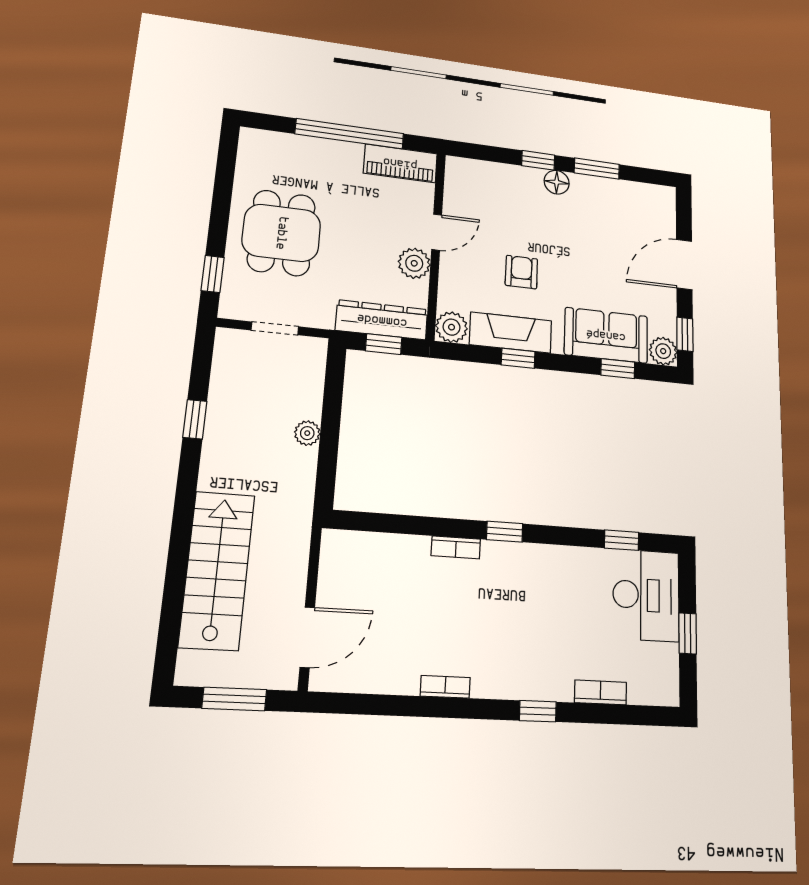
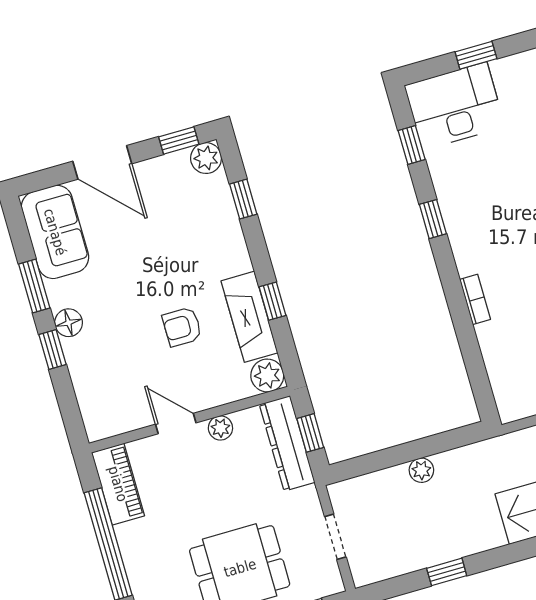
plant: (414, 263) -> (220, 428), width x0.73, depth x0.73
sofa: (606, 335) -> (55, 232), moved, turned 180
window: (505, 532) -> (433, 219), moved

